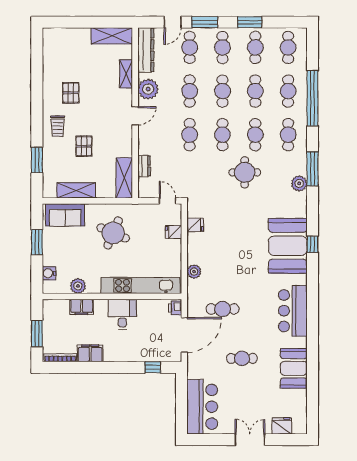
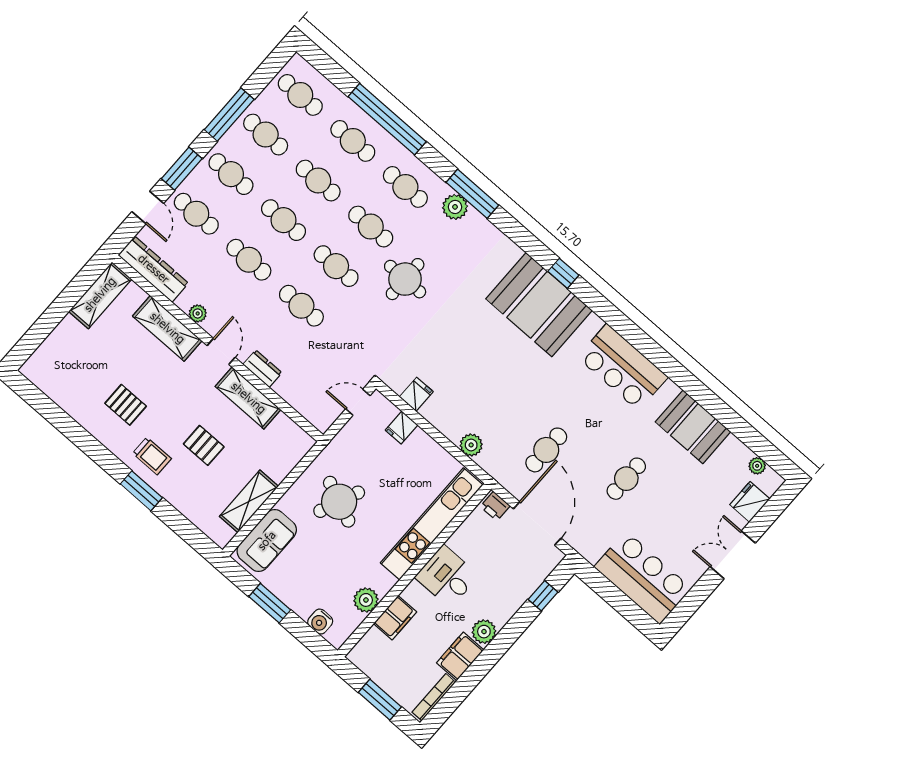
window: (250, 22) -> (229, 115), width x1.44
shelving: (126, 74) -> (167, 328), width x1.50, depth x1.33
plant: (148, 89) -> (198, 313), width x0.53, depth x0.53
window: (37, 160) -> (141, 491), moved
dresser: (144, 166) -> (262, 369), moved
shelving: (124, 178) -> (248, 398), moved
plant: (299, 183) -> (455, 207), moved
plant: (112, 354) -> (484, 632), added
plant: (302, 415) -> (757, 466), added

